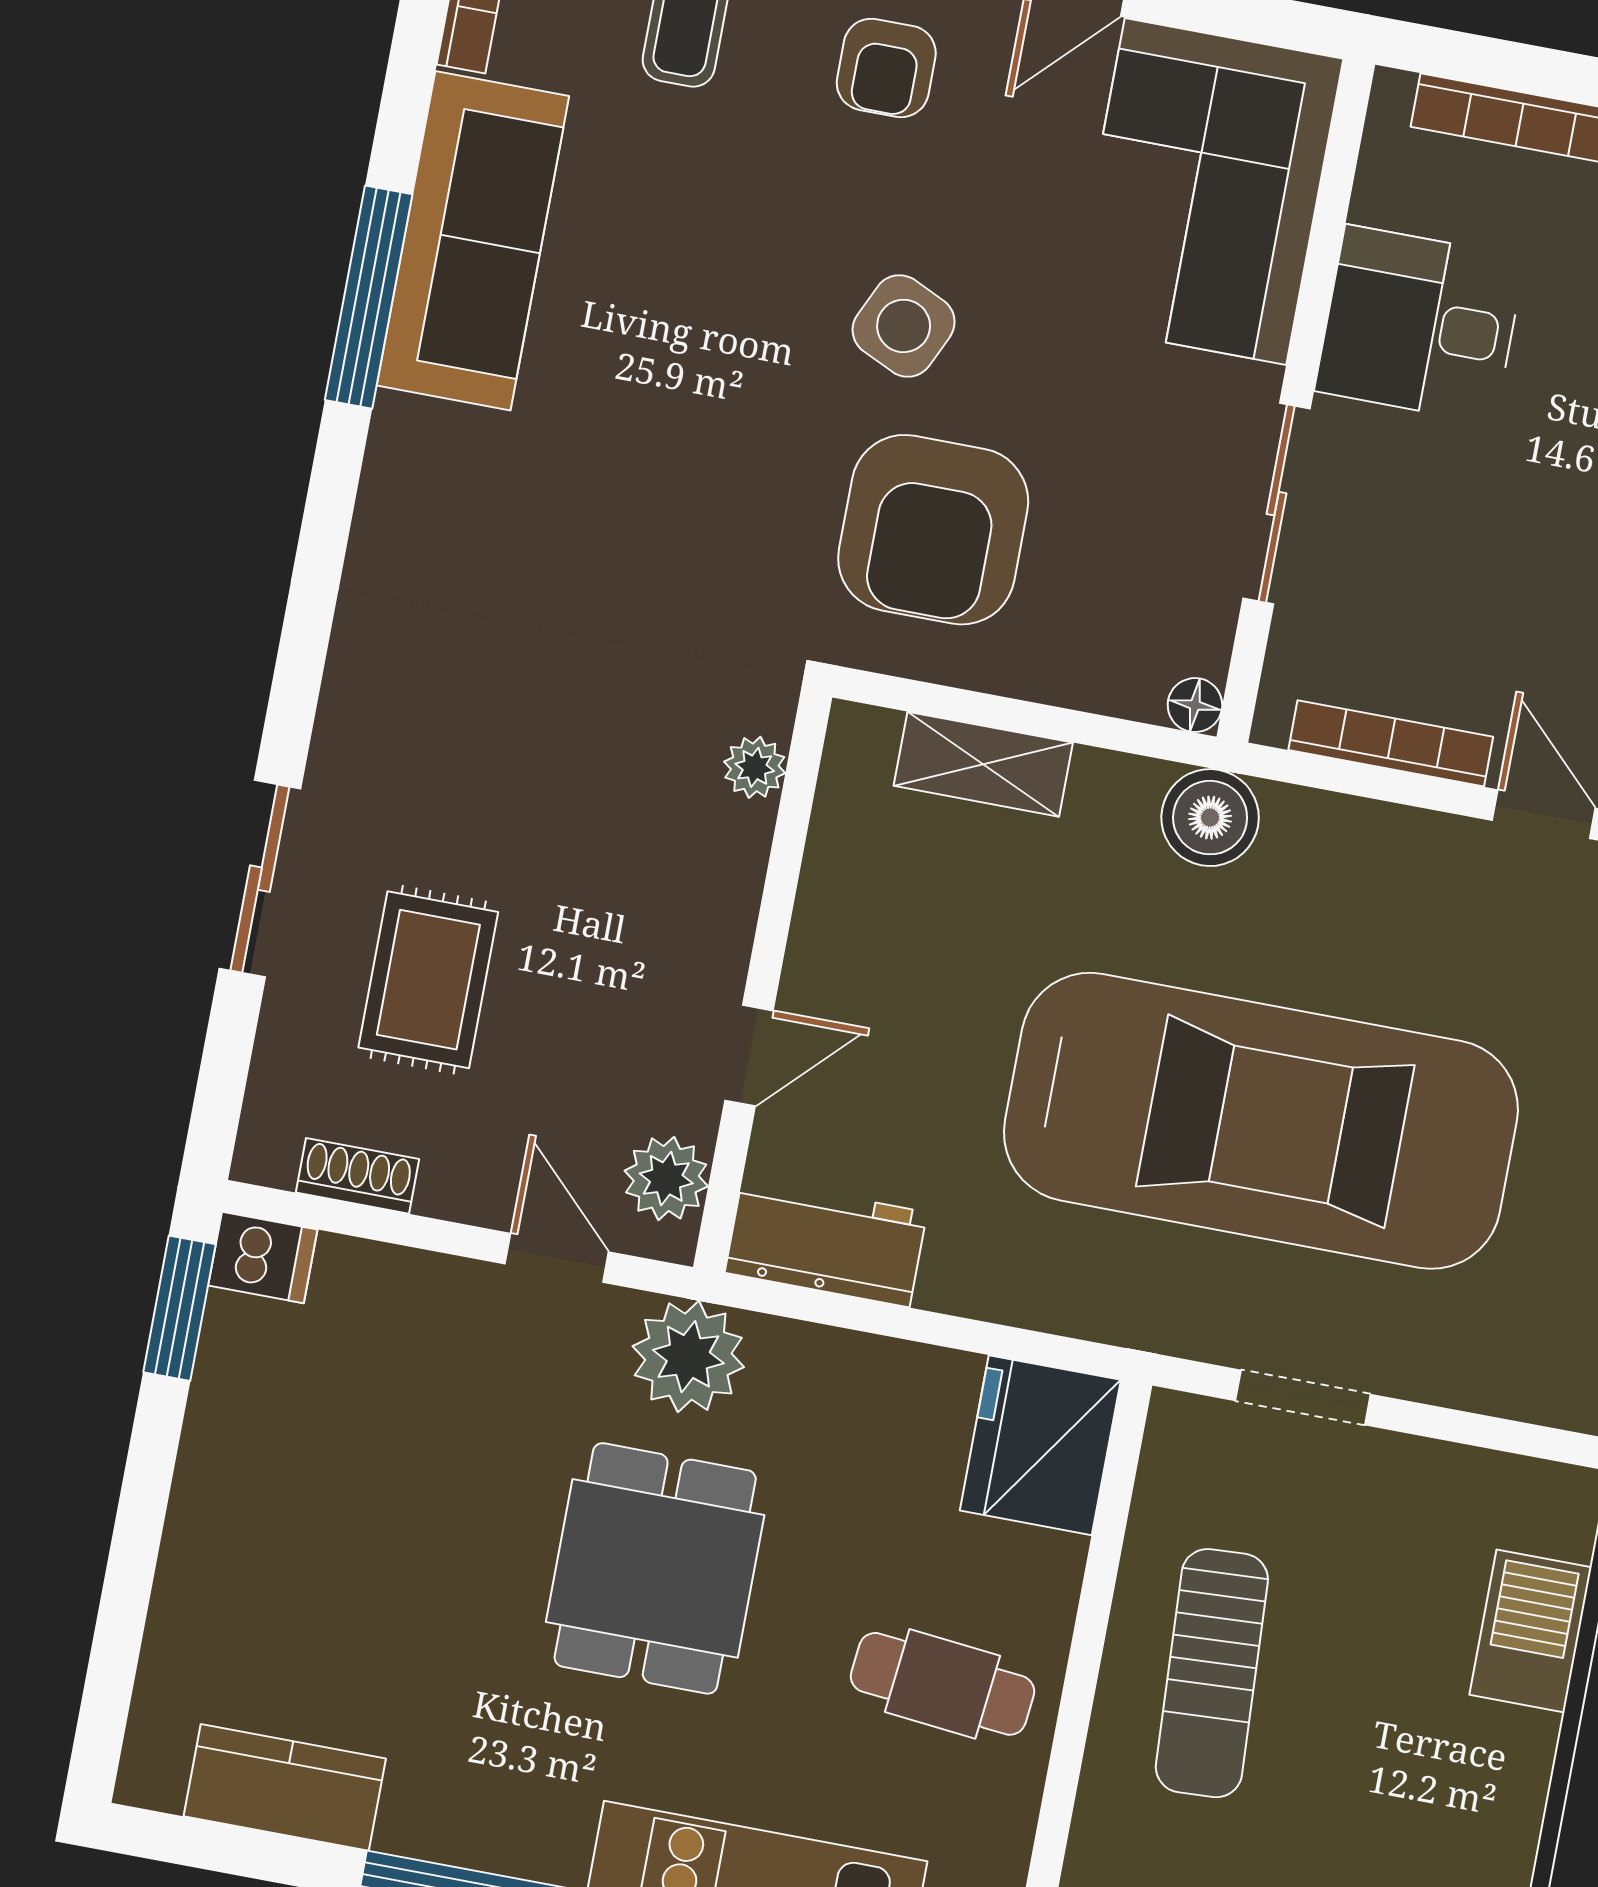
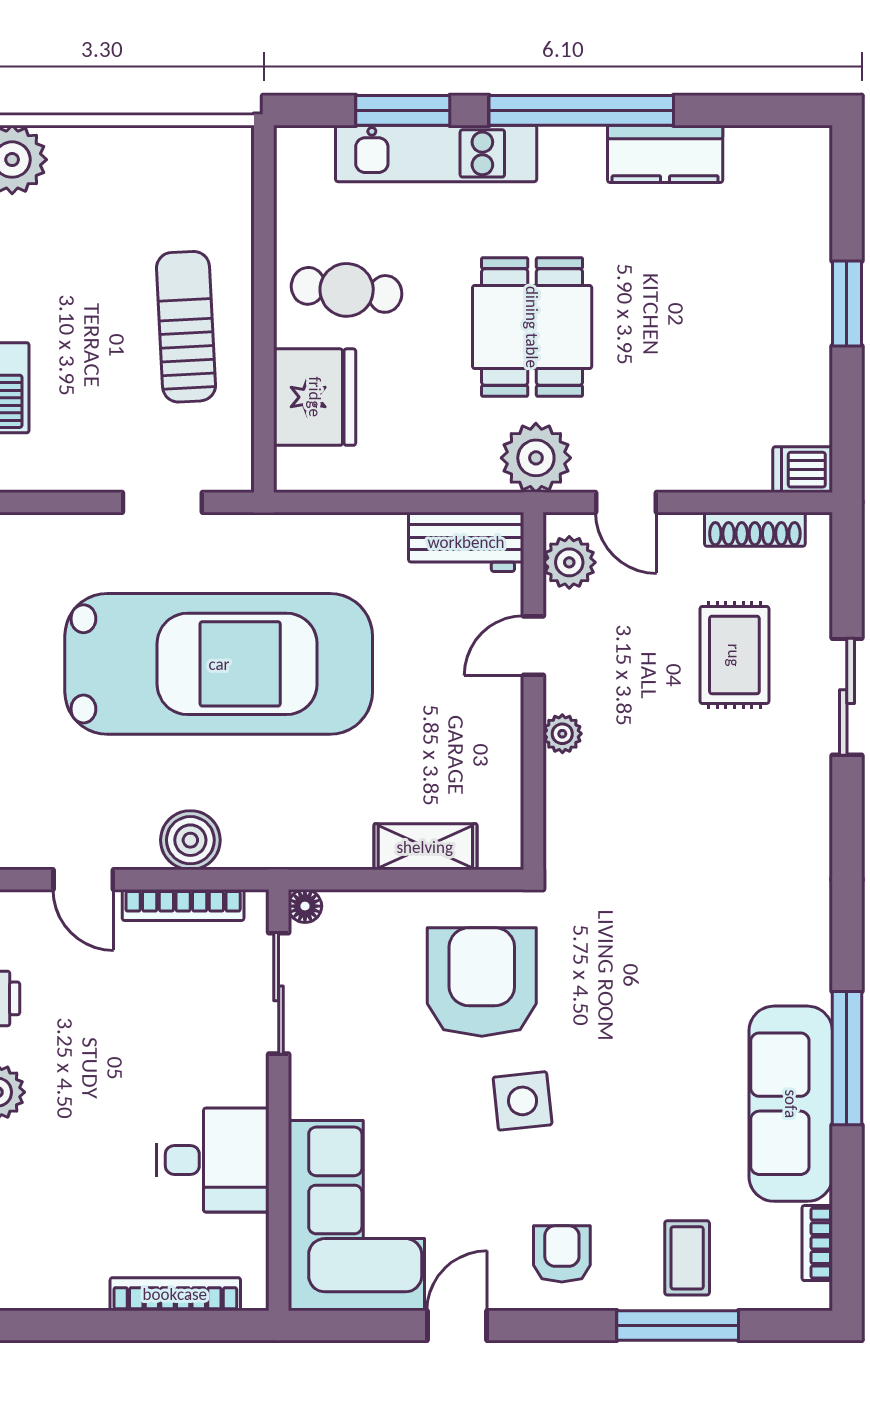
side table: (904, 326) -> (523, 1101), turned -31
sliding door: (1277, 504) -> (279, 993), moved
plant: (755, 767) -> (562, 734), moved
boiler: (1210, 818) -> (190, 840), moved
car: (1261, 1121) -> (219, 664), turned 180
shoe rack: (357, 1176) -> (755, 529), width x1.43
window: (179, 1308) -> (847, 303), moved
fridge: (1040, 1445) -> (315, 397), moved
kitchen counter: (285, 1787) -> (665, 154), moved

